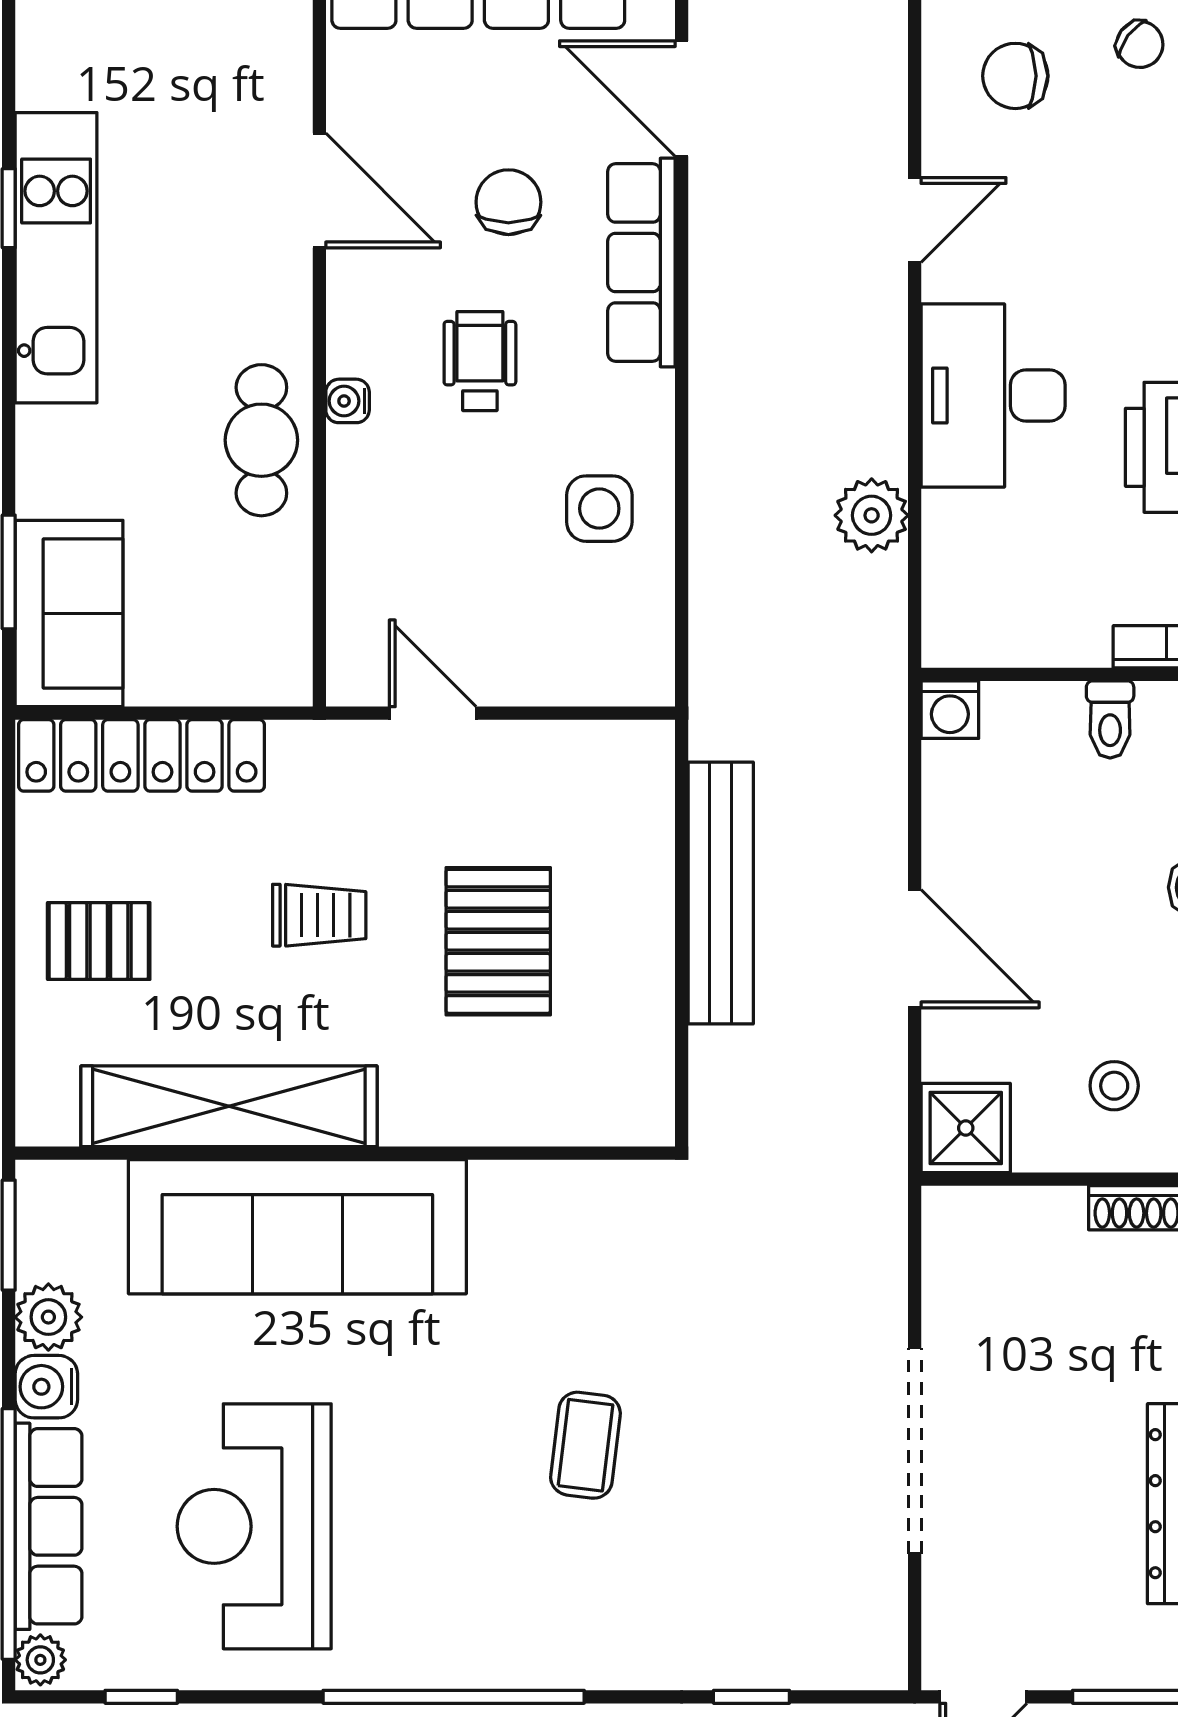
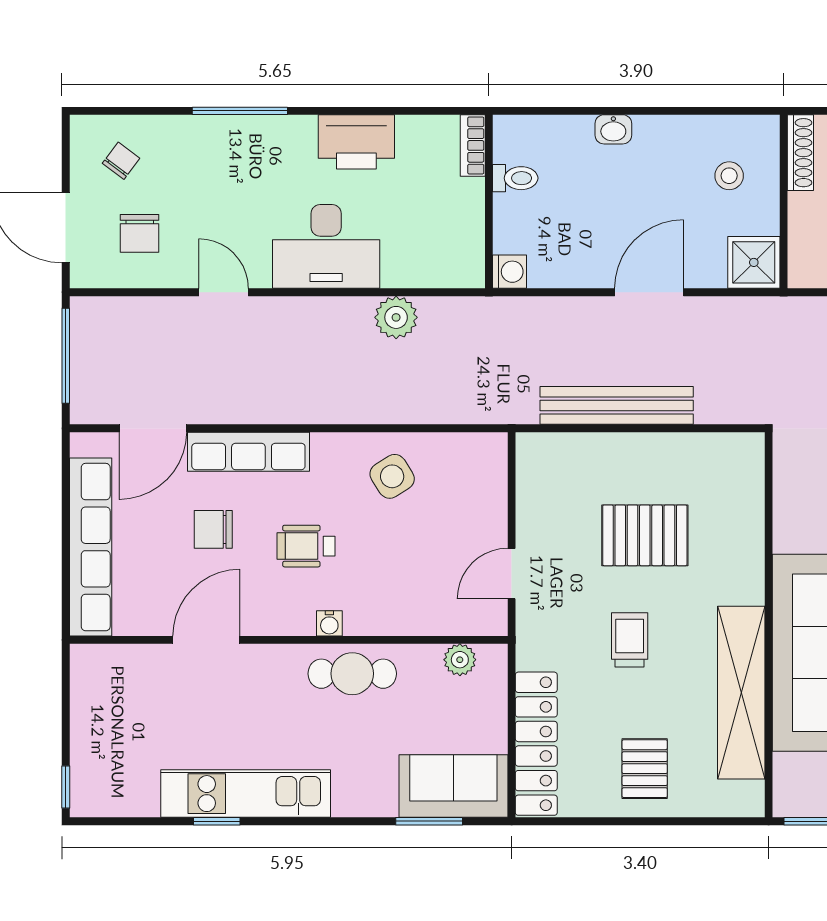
side table: (599, 509) -> (392, 476), turned -32
plant: (285, 624) -> (460, 660), added

